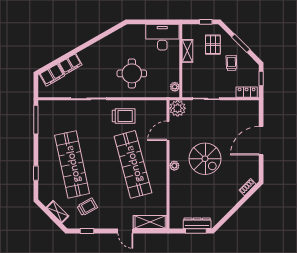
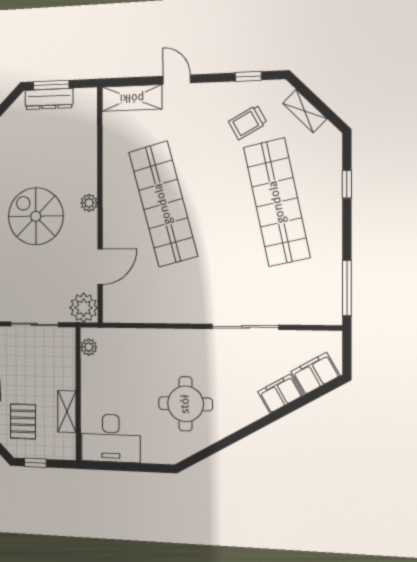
round table: (132, 73) -> (185, 404), moved
trolley: (124, 116) -> (180, 294), removed

